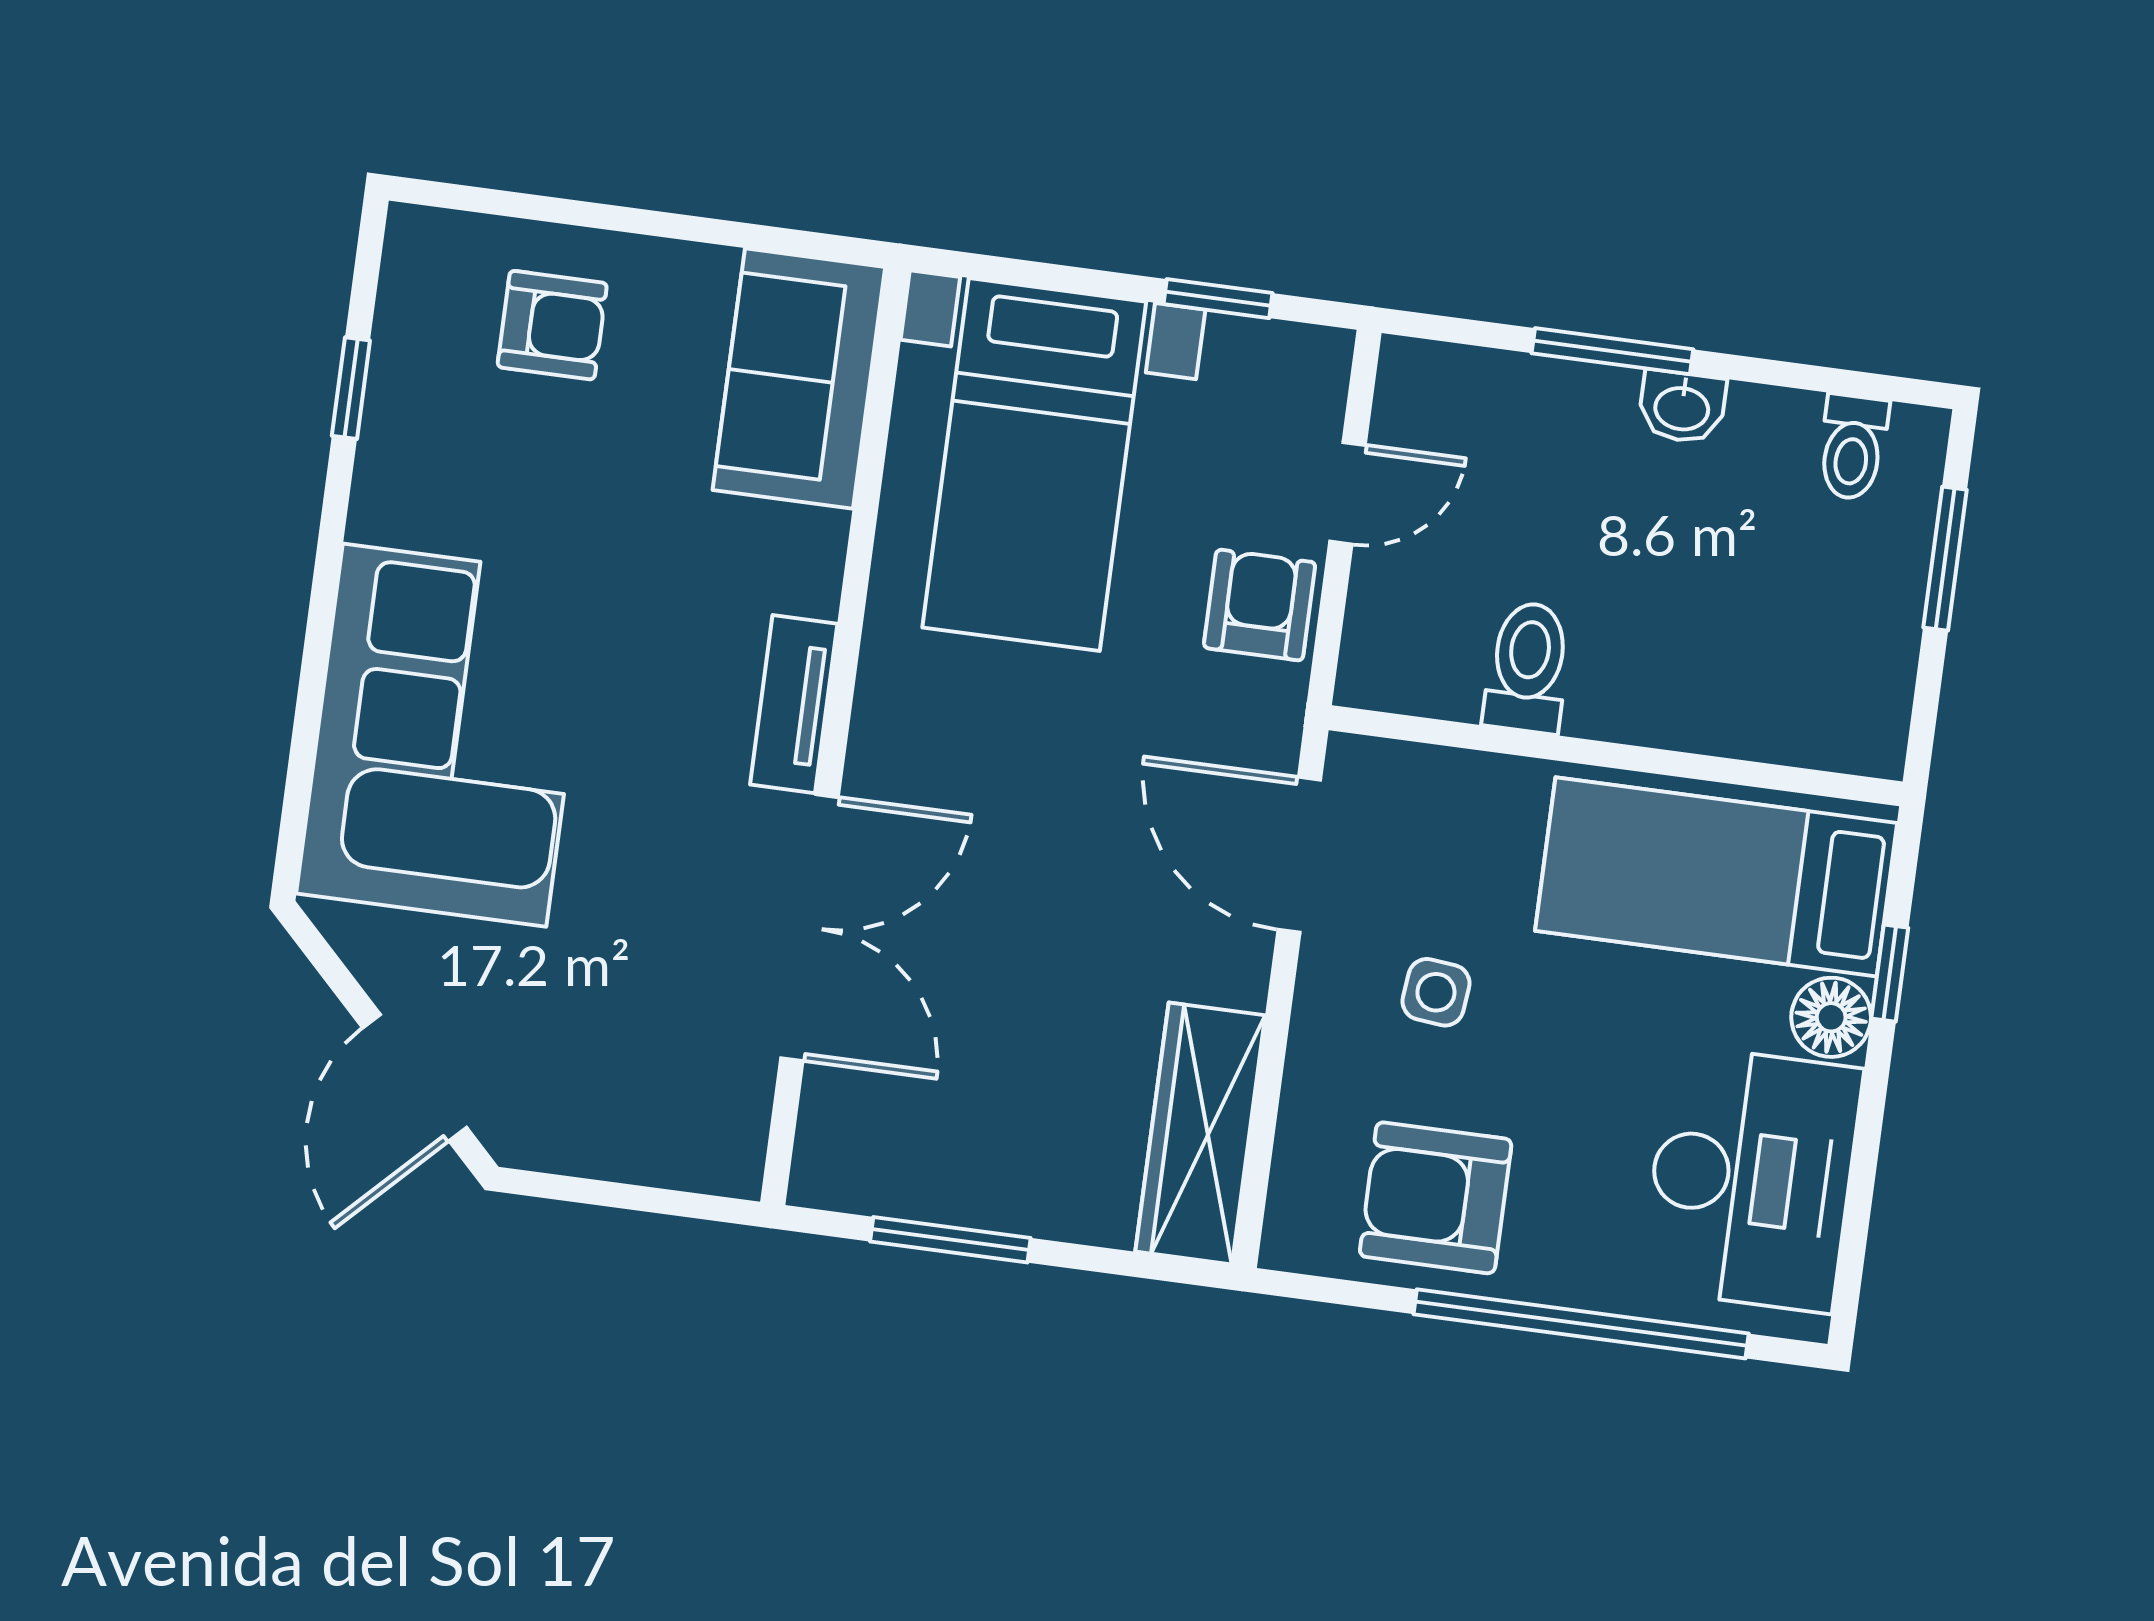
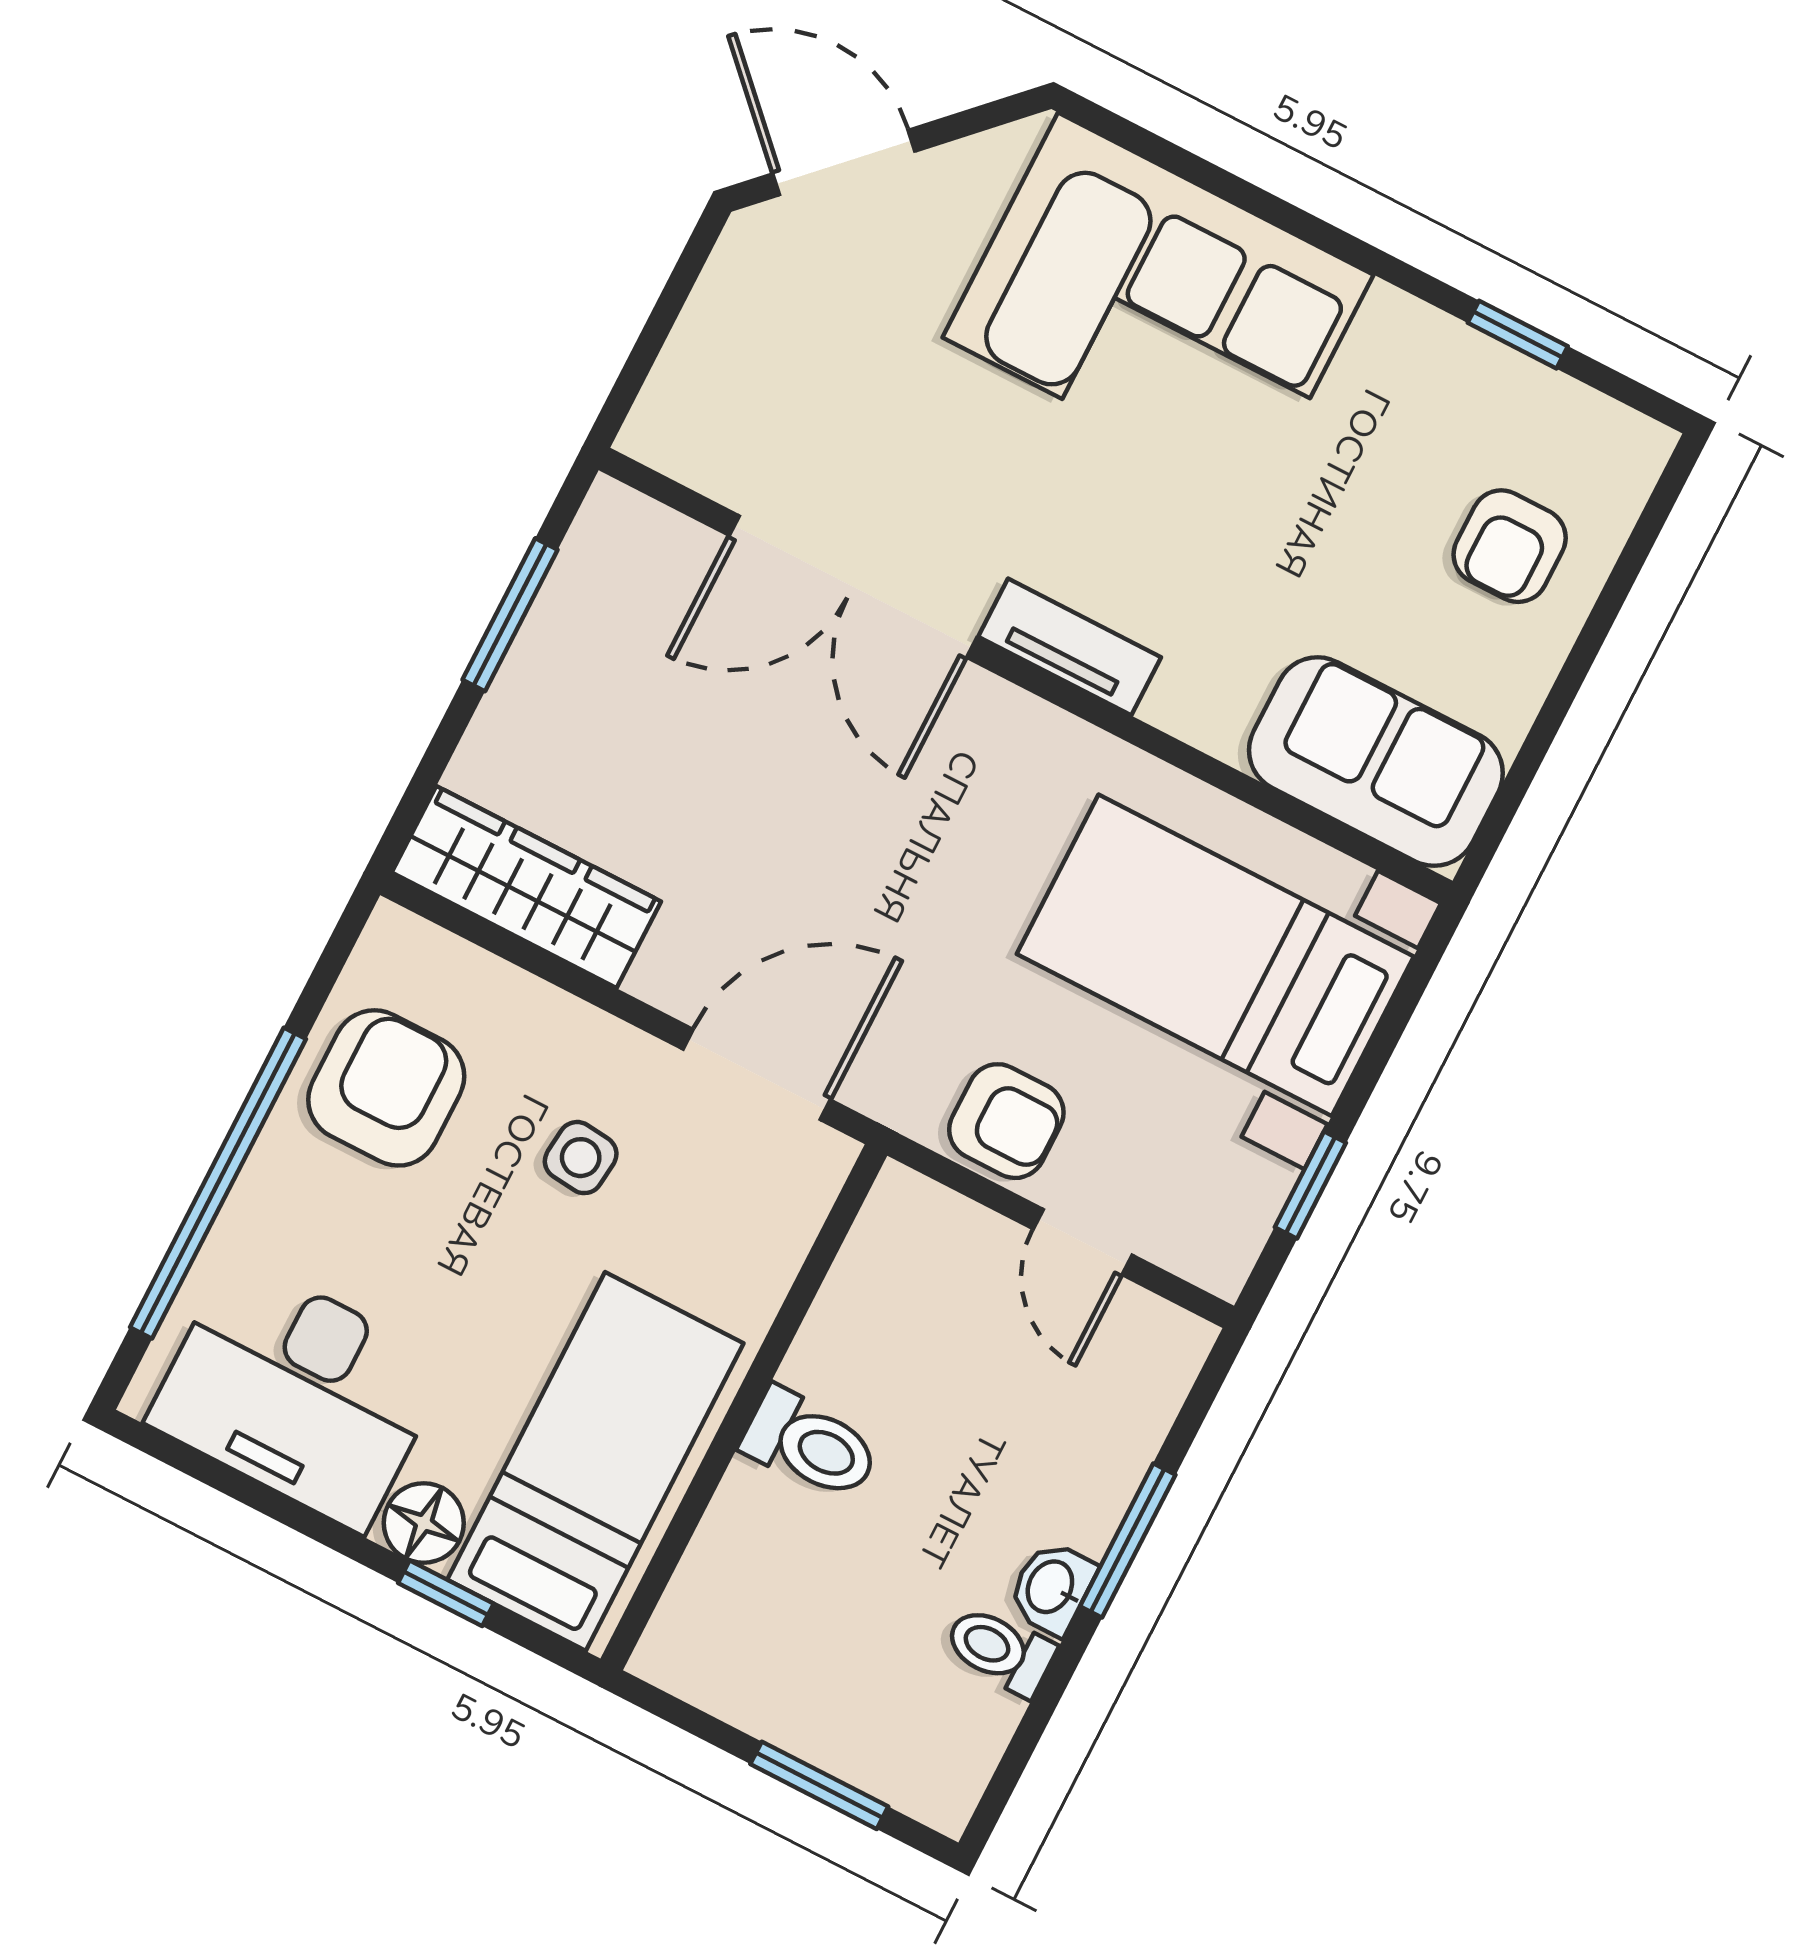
toilet: (1853, 447) -> (1000, 1650), moved
toilet: (1528, 667) -> (810, 1445), moved

